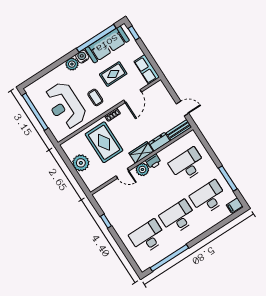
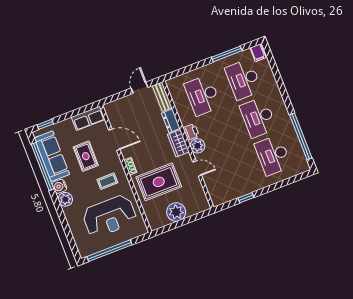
door: (122, 173) -> (197, 169), hinge flipped

